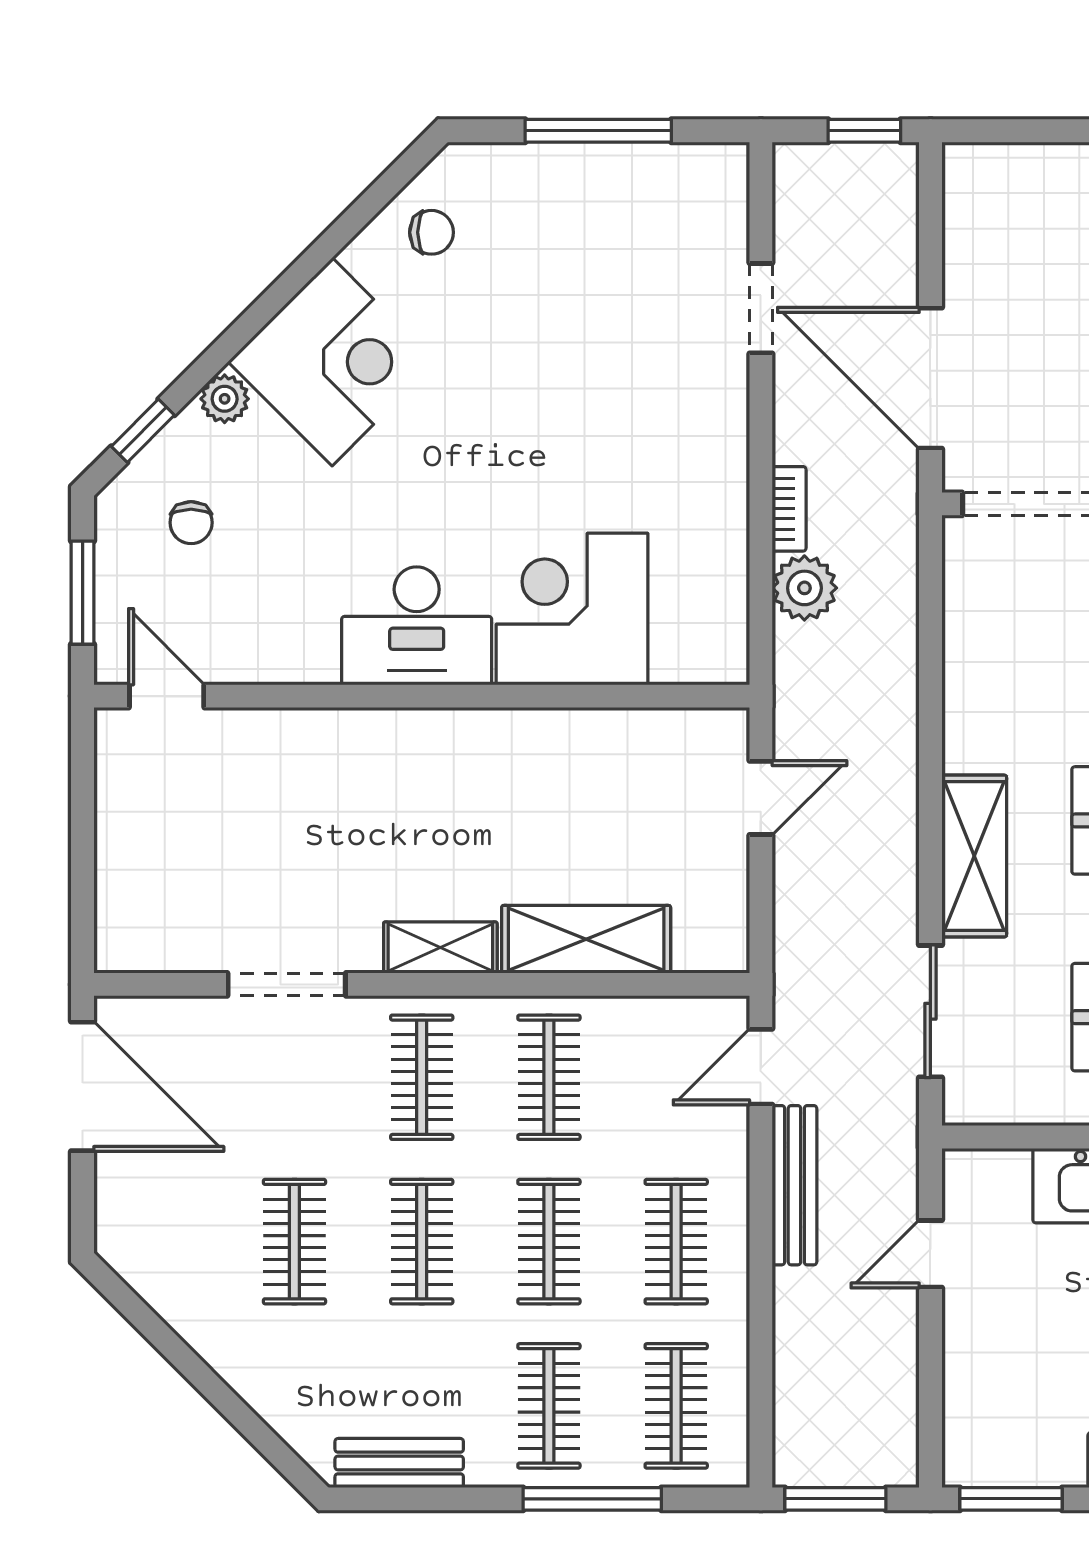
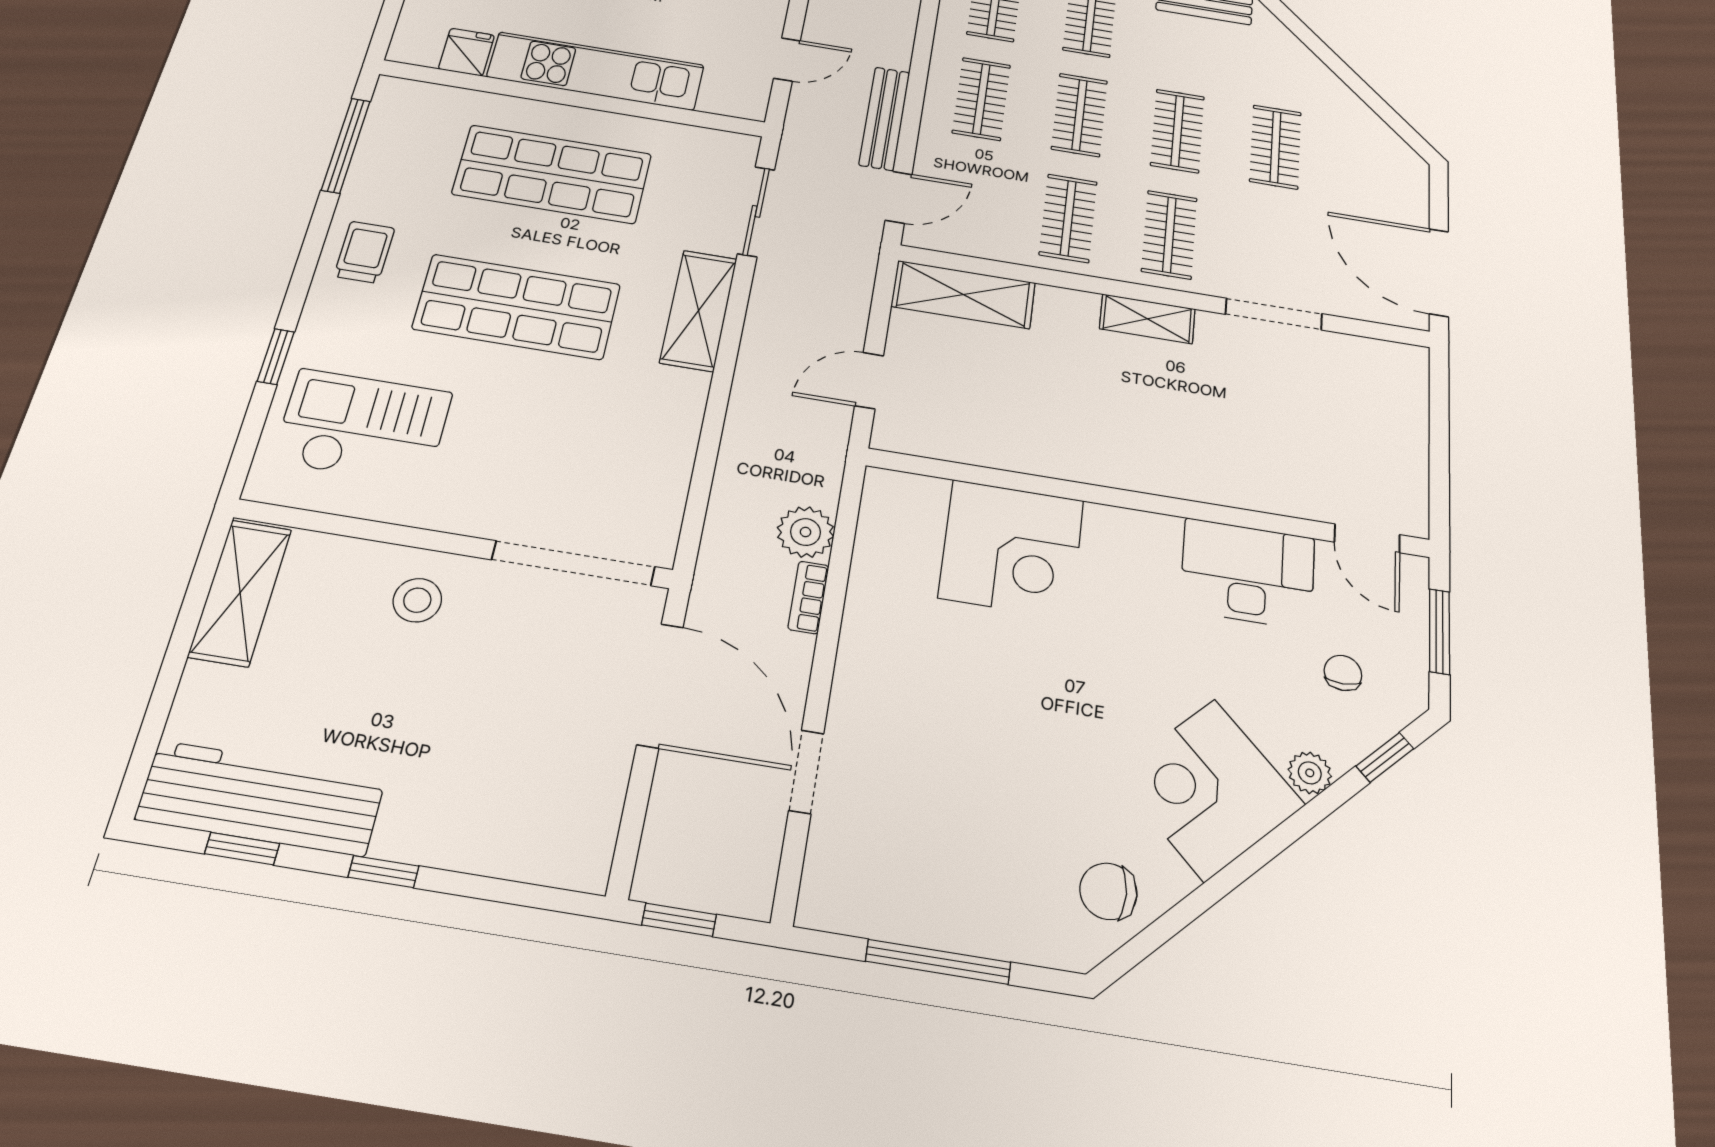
chair: (431, 232) -> (1108, 891), width x1.37, depth x1.37
desk: (417, 626) -> (1248, 574), moved
shelving: (586, 939) -> (963, 295), moved

